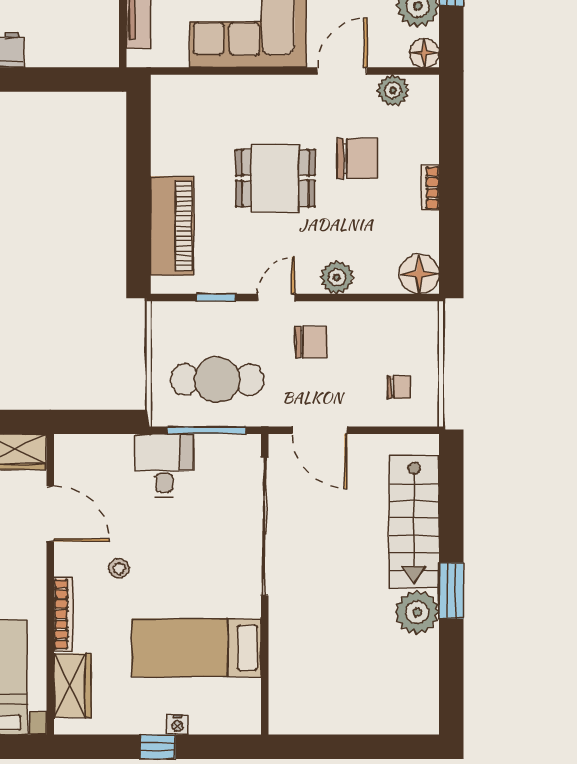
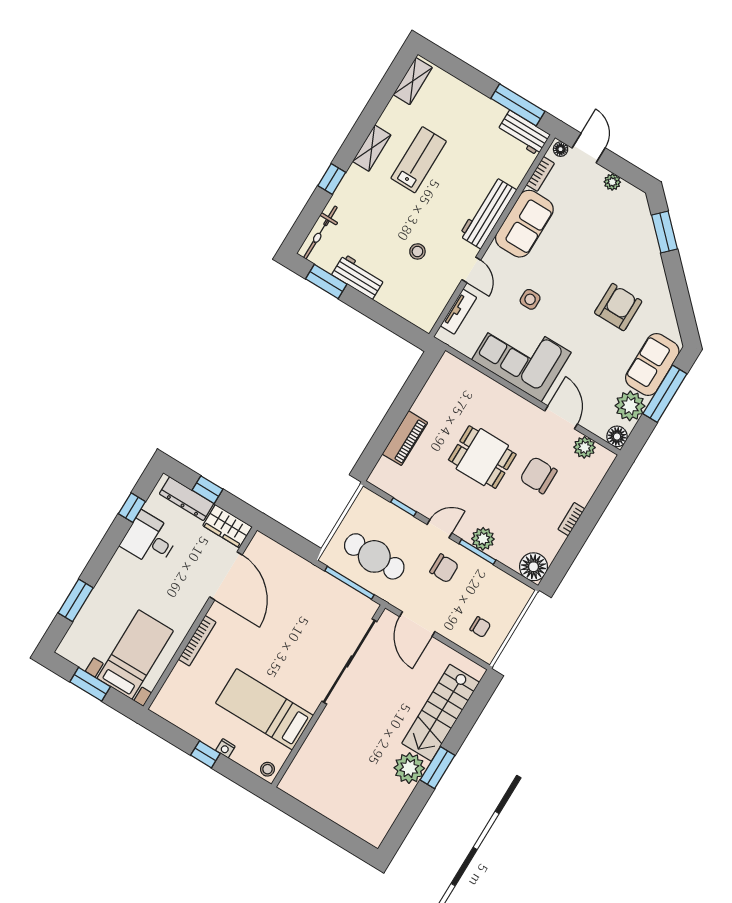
door: (342, 71) -> (561, 417), hinge flipped
chair: (357, 158) -> (538, 475), turned 180
piano: (172, 226) -> (405, 438), width x0.73, depth x0.75
window: (340, 298) -> (477, 552), added
desk: (164, 465) -> (311, 589), removed
door: (50, 514) -> (226, 576), width x1.36
stool: (119, 568) -> (267, 769), moved
wardrobe: (73, 686) -> (177, 687), removed

